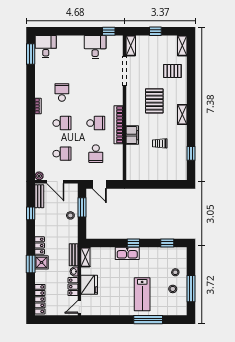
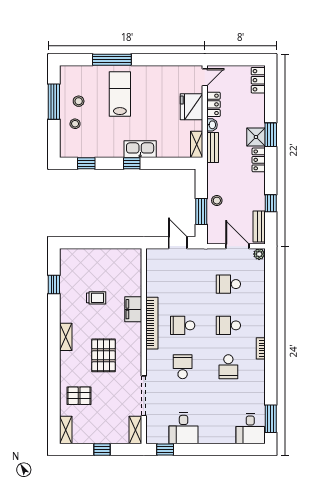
school desk: (96, 154) -> (183, 367), moved
locker: (40, 299) -> (258, 80), width x0.66

